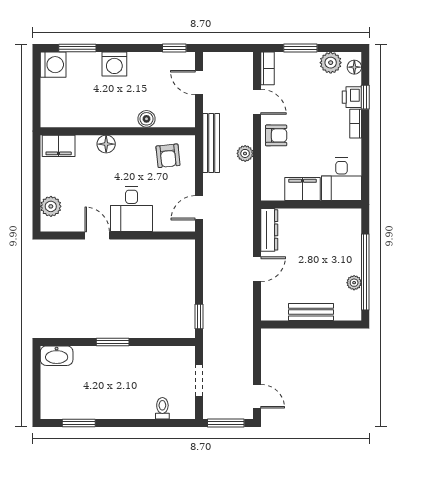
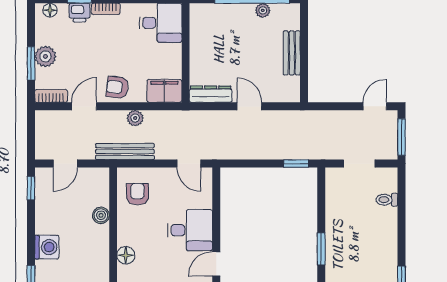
plant: (331, 63) -> (45, 56), moved
armchair: (276, 135) -> (117, 87), turned -83
armchair: (168, 156) -> (137, 194), turned -84
filing cabinet: (303, 189) -> (164, 91), moved, turned 90

